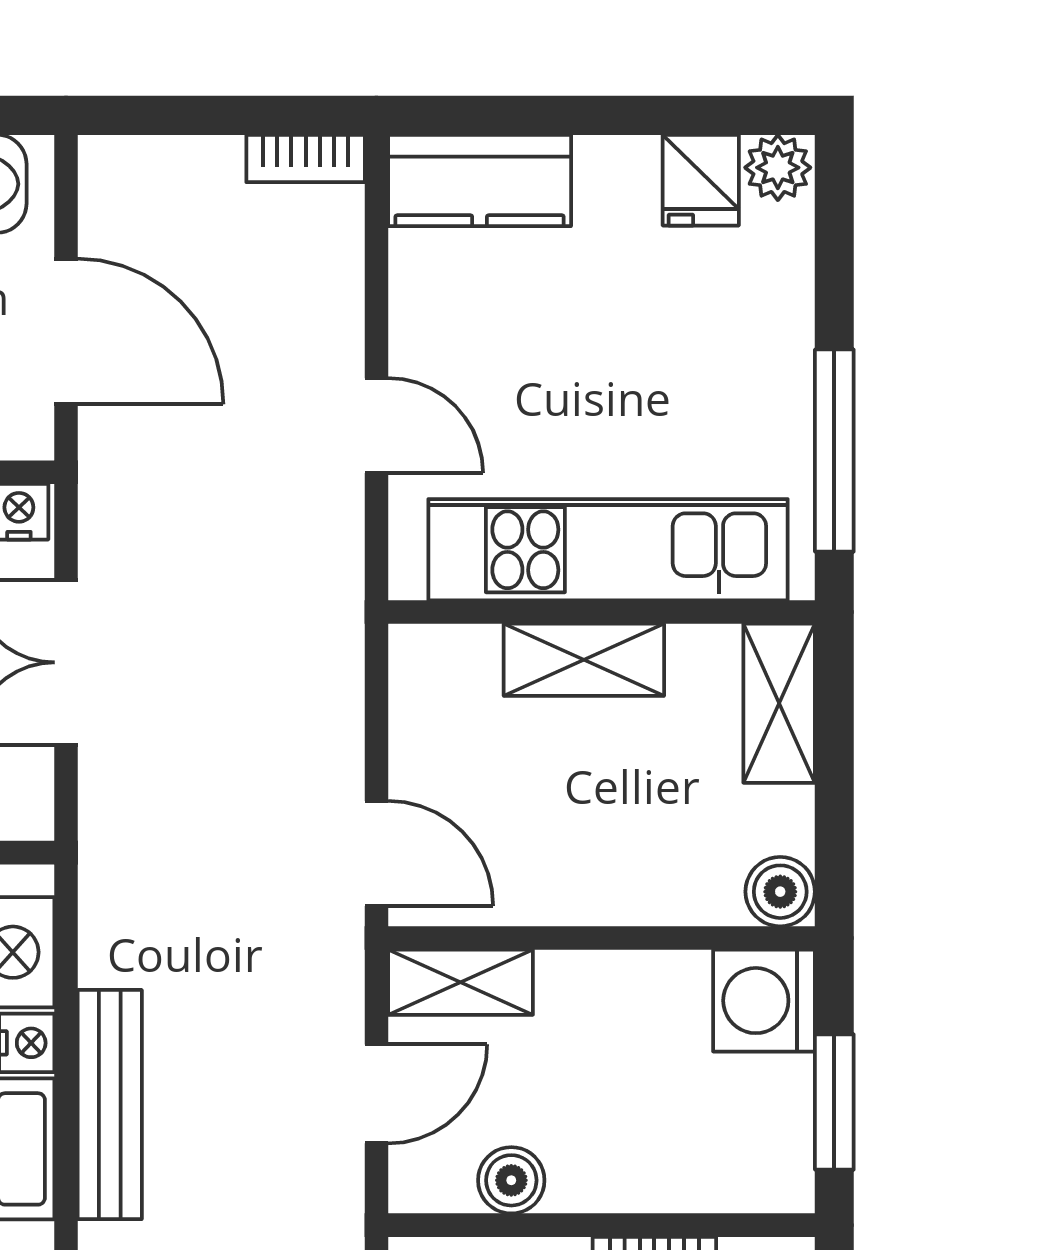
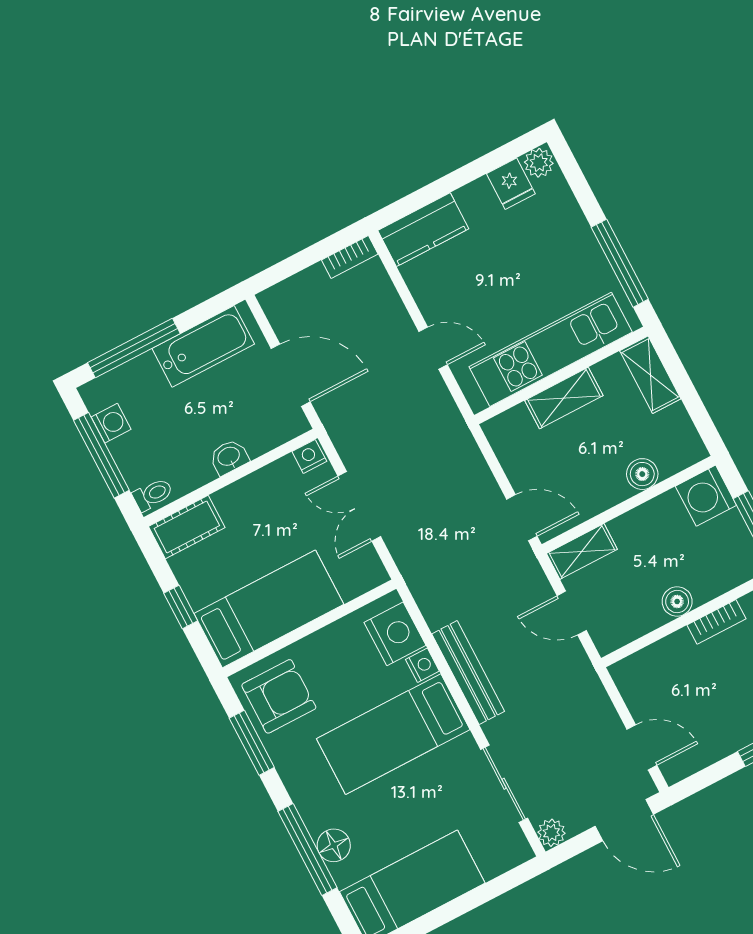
boiler: (780, 892) -> (642, 474), moved
door: (376, 1094) -> (572, 613), swing flipped
boiler: (511, 1180) -> (677, 602), moved

